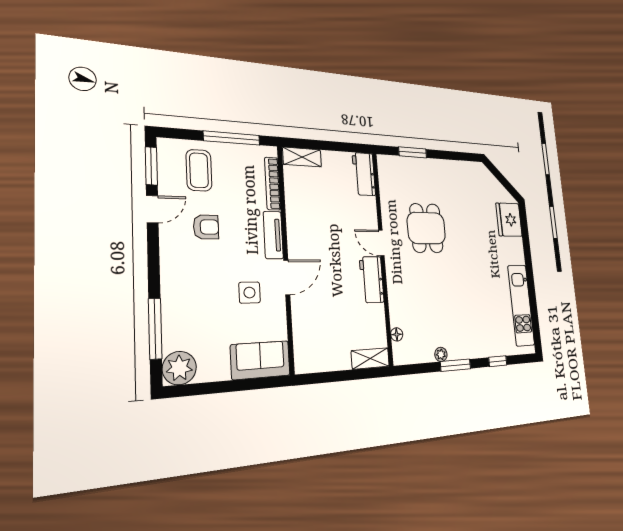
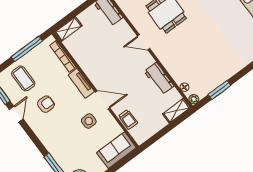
door: (287, 277) -> (103, 100), hinge flipped
workbench: (372, 280) -> (159, 79), moved
trolley: (303, 327) -> (128, 120), added
plant: (441, 354) -> (194, 99), moved
window: (455, 365) -> (219, 90), moved

